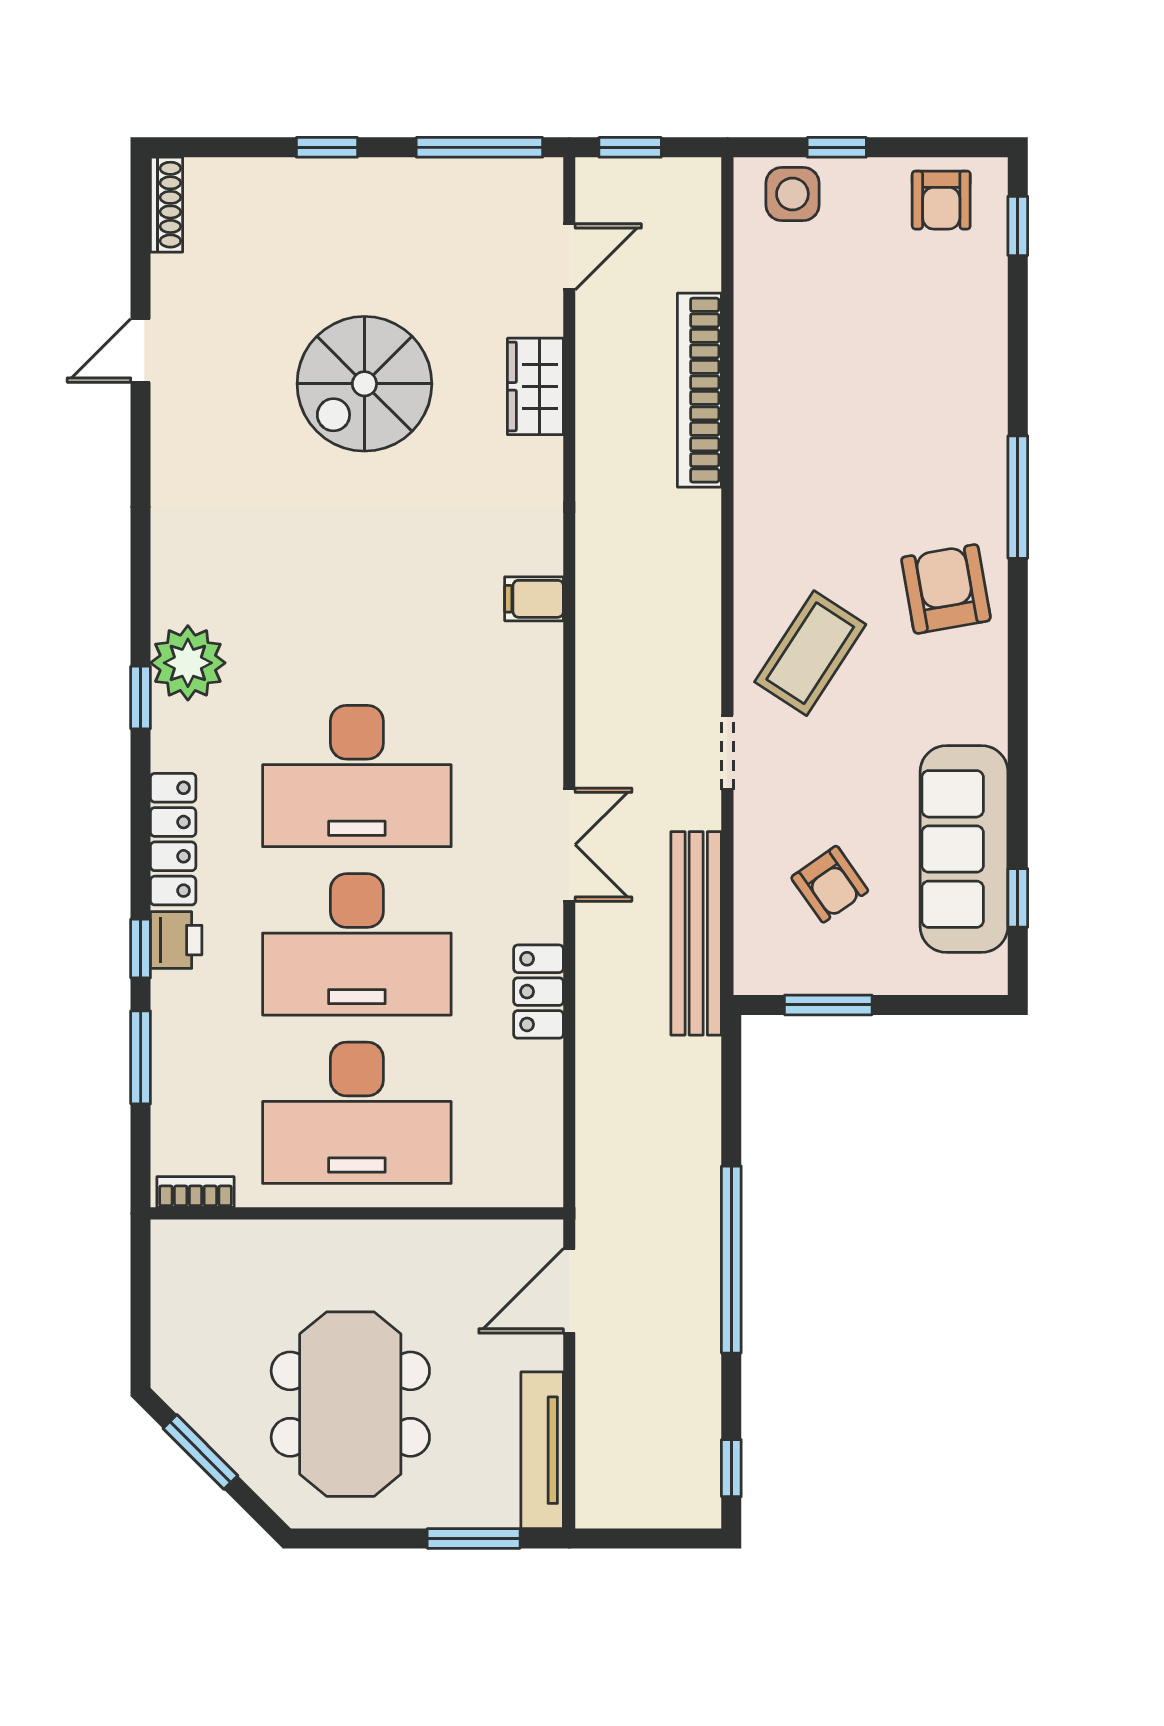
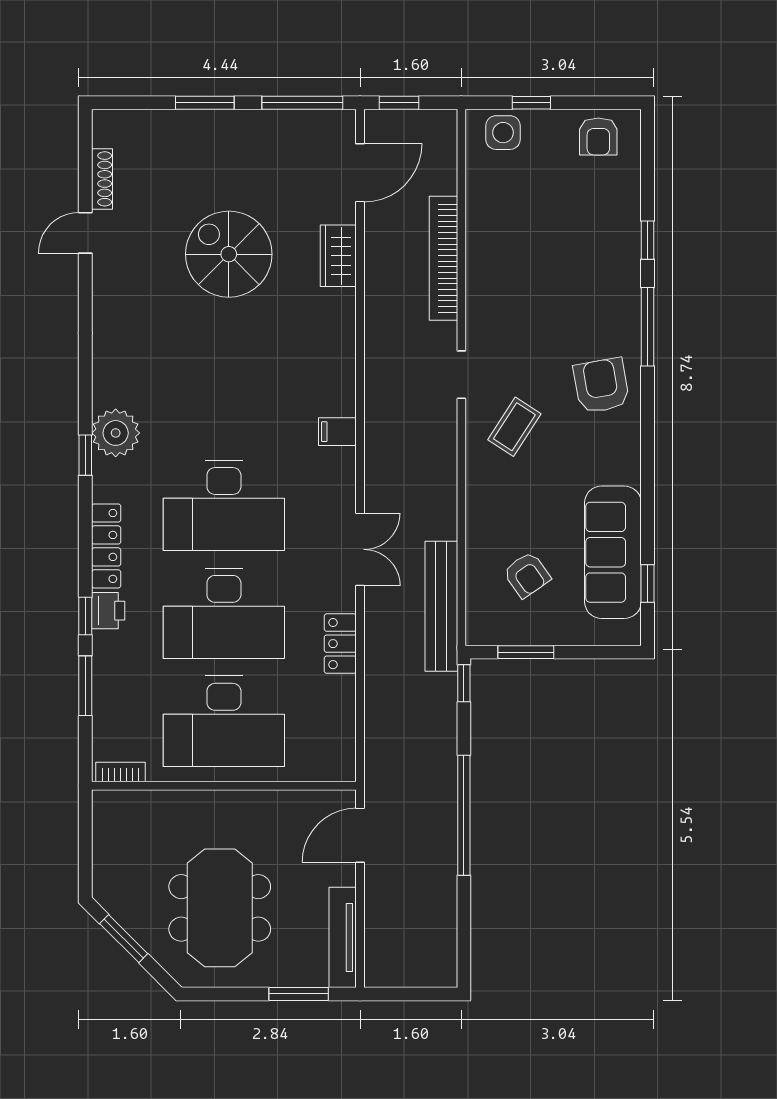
window: (327, 147) -> (205, 103), width x1.50
shoe rack: (167, 205) -> (102, 179), moved
window: (1018, 226) -> (647, 240), moved
door: (569, 257) -> (360, 173), width x1.38
spiral stairs: (364, 384) -> (229, 254), turned 90
filing cabinet: (534, 599) -> (337, 432), moved
coffee table: (810, 653) -> (514, 427), width x0.73, depth x0.77
doorway: (727, 753) -> (461, 375), moved
window: (731, 1468) -> (464, 683), moved

